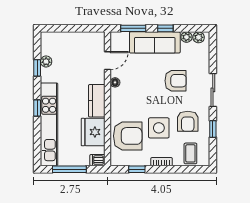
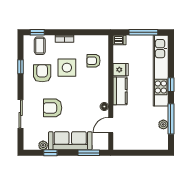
window: (165, 28) -> (50, 153), moved
plant: (199, 37) -> (33, 145), removed
window: (37, 68) -> (171, 119), width x2.17
sliding door: (213, 90) -> (21, 114), moved
fridge: (93, 132) -> (121, 70), width x0.53, depth x0.75
armchair: (128, 136) -> (94, 61), width x0.53, depth x0.53
window: (137, 169) -> (37, 32), moved

